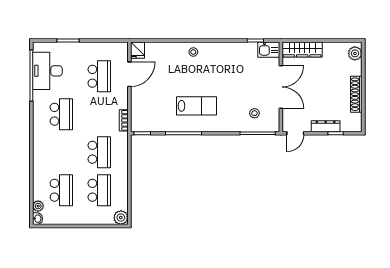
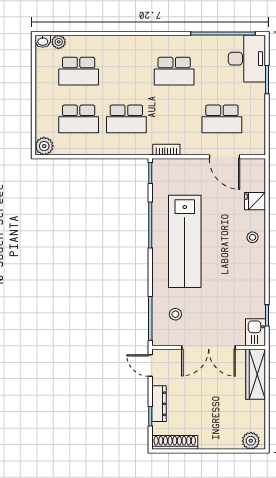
fridge: (138, 50) -> (255, 201), moved
desk: (47, 71) -> (247, 59), moved, turned 90
shoe rack: (356, 94) -> (175, 442), moved
lab bench: (197, 106) -> (185, 241), width x1.86, depth x1.39

